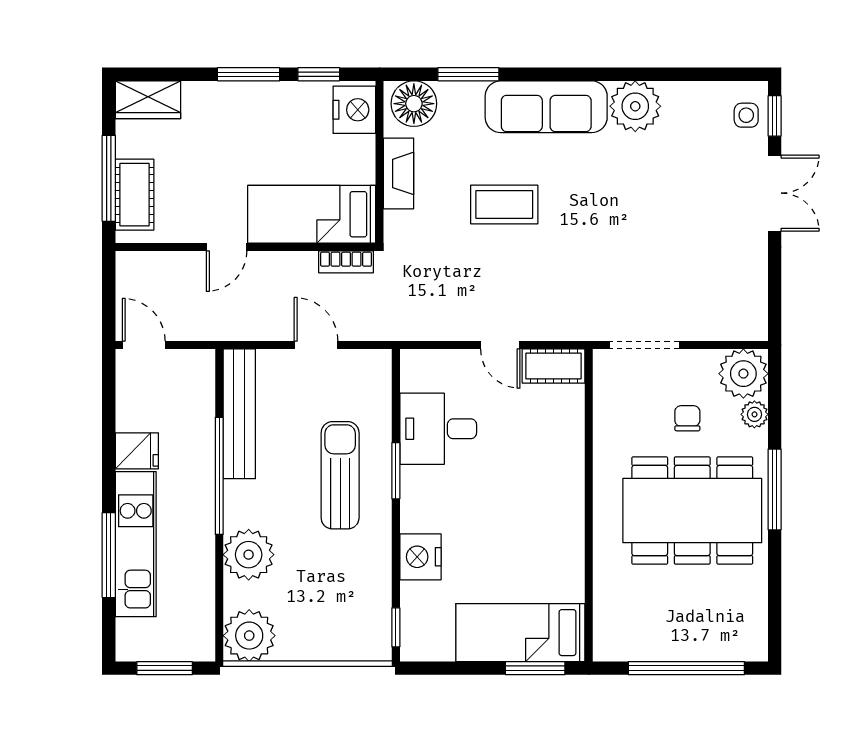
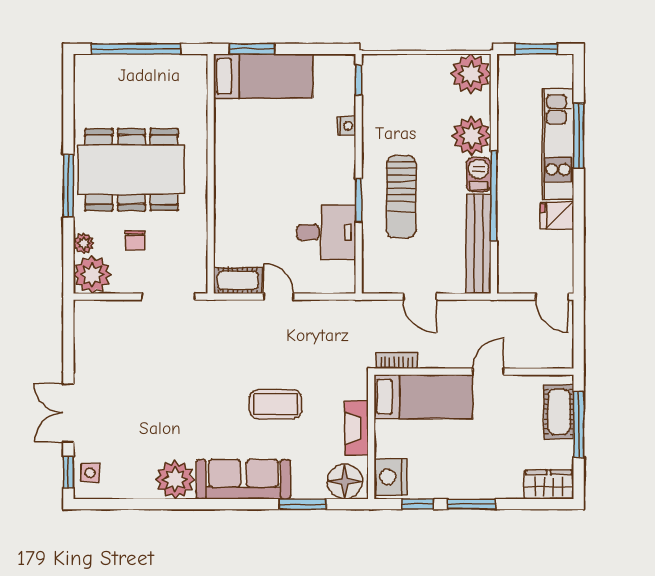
barbecue: (239, 504) -> (479, 175), added
nightstand: (420, 557) -> (347, 126), width x0.53, depth x0.56

